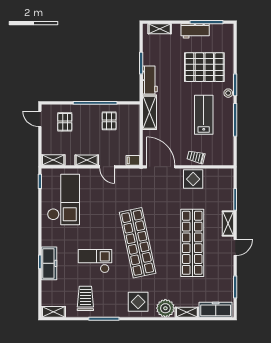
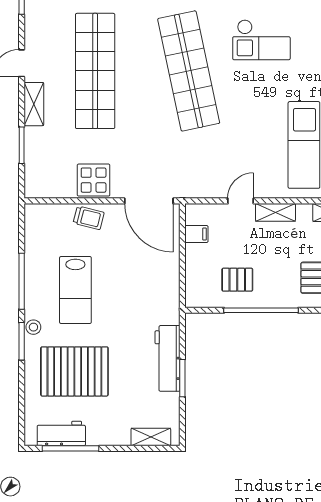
workbench: (195, 31) -> (61, 434), moved
workbench: (150, 80) -> (168, 358), width x1.38
shelving: (149, 112) -> (168, 294), removed
pallet: (109, 121) -> (237, 280), turned 90
filing cabinet: (133, 160) -> (196, 234), moved
door: (107, 167) -> (241, 201), hinge flipped

